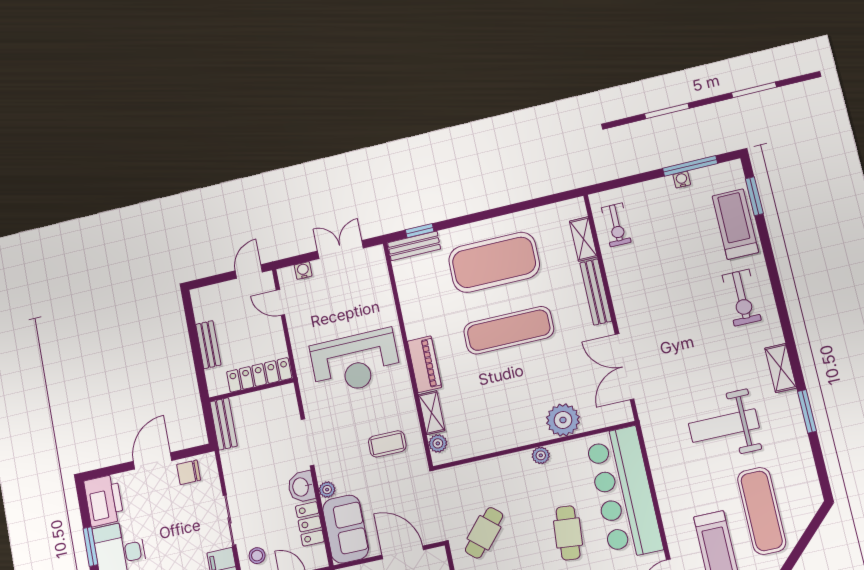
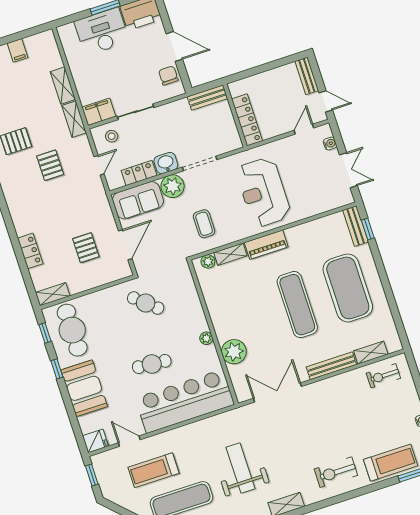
bench: (208, 345) -> (307, 76), moved, turned 90
plant: (327, 490) -> (173, 186), width x1.88, depth x1.88

